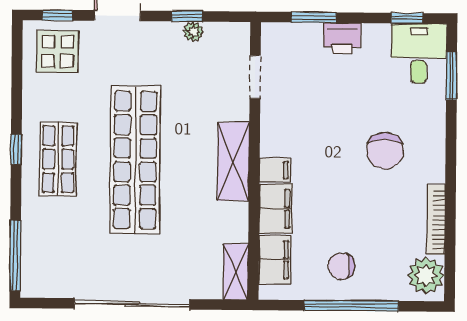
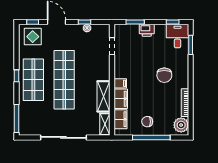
shop shelf: (58, 159) -> (33, 80), width x1.43, depth x1.36
shelving: (233, 162) -> (104, 96), moved

